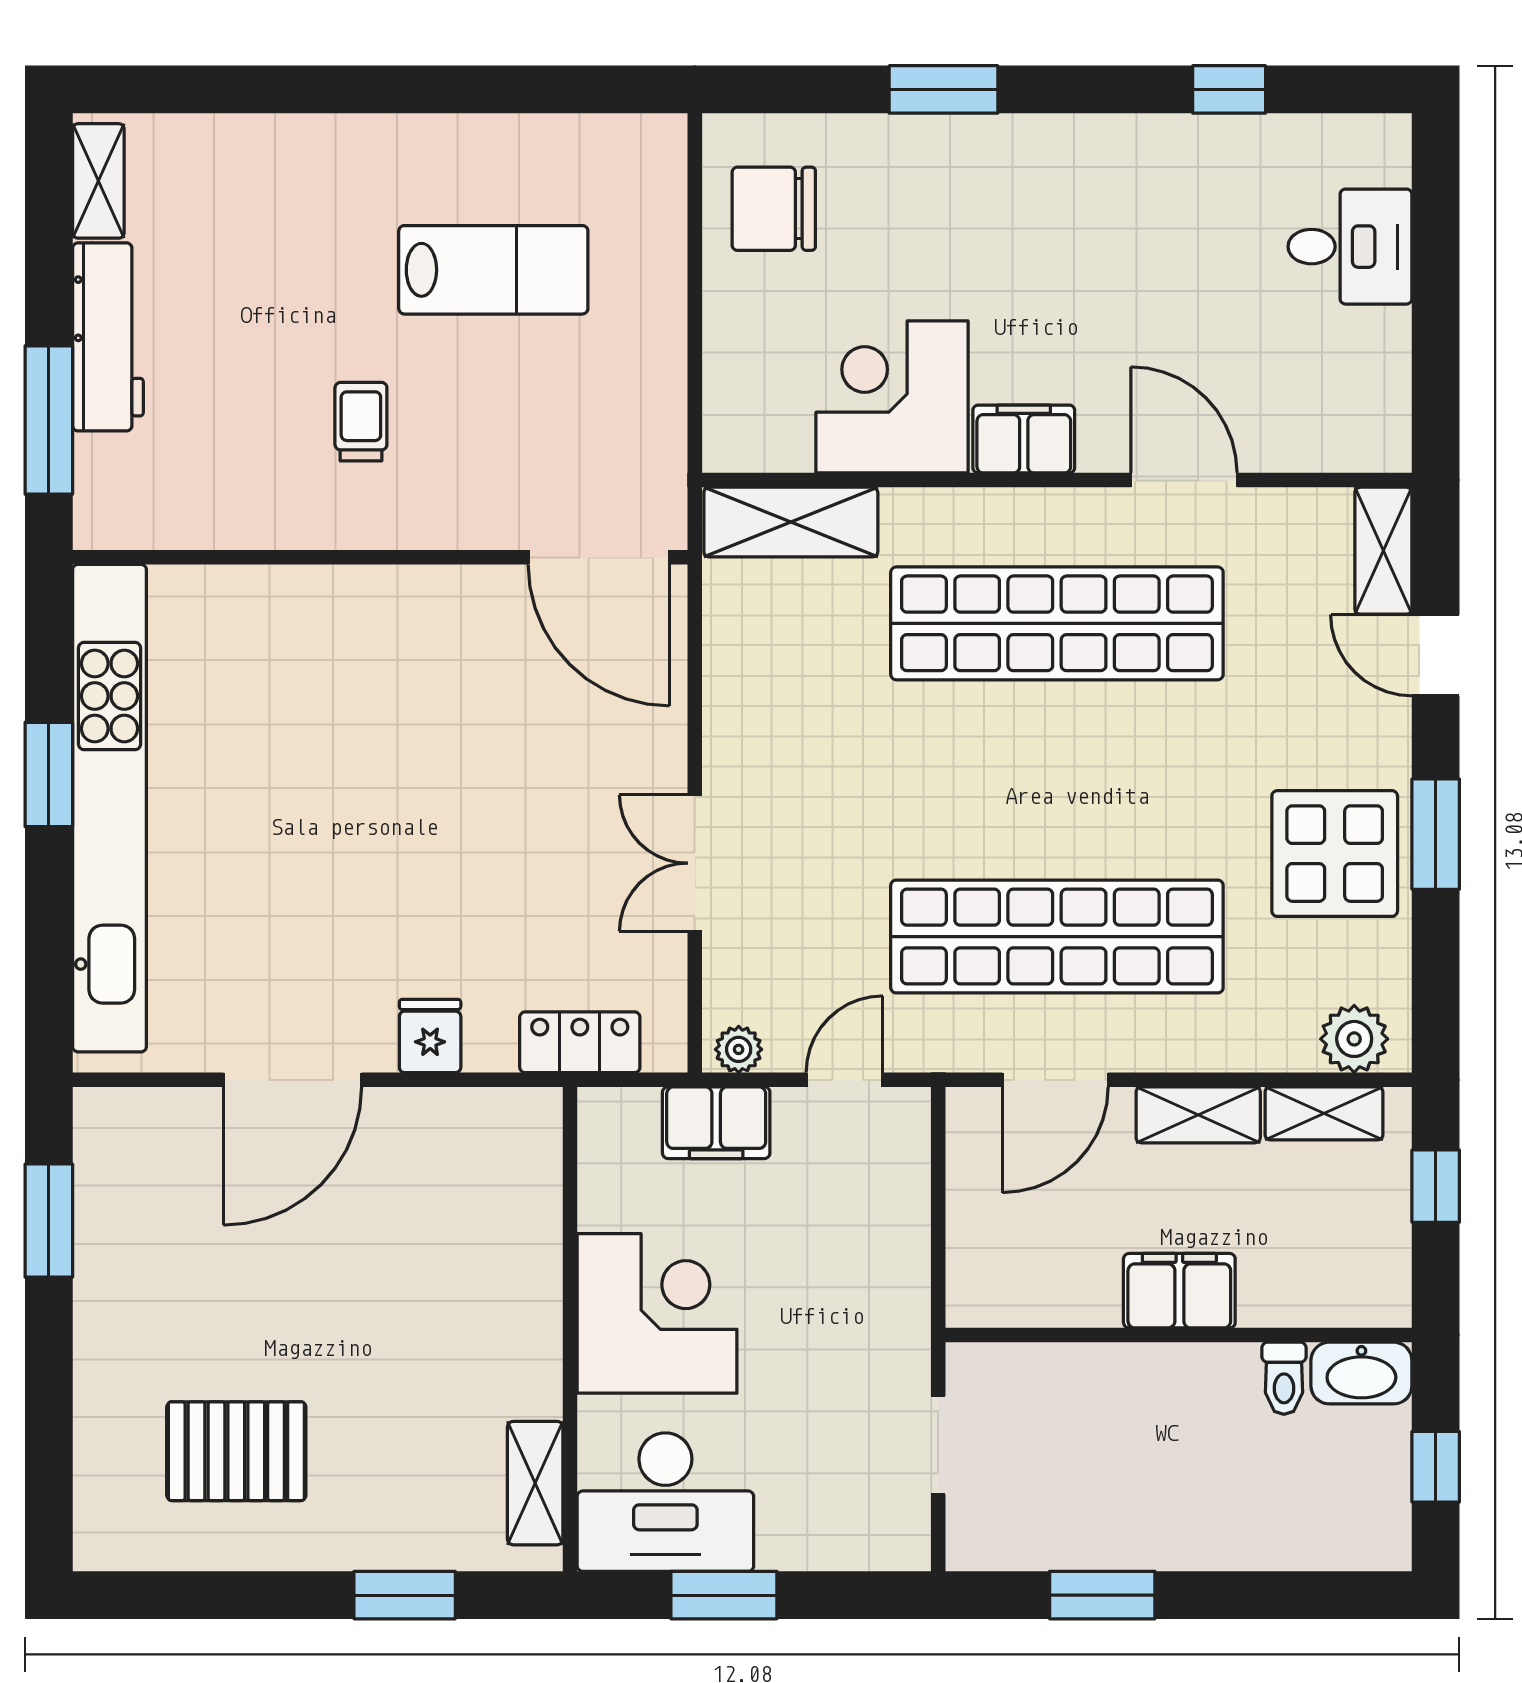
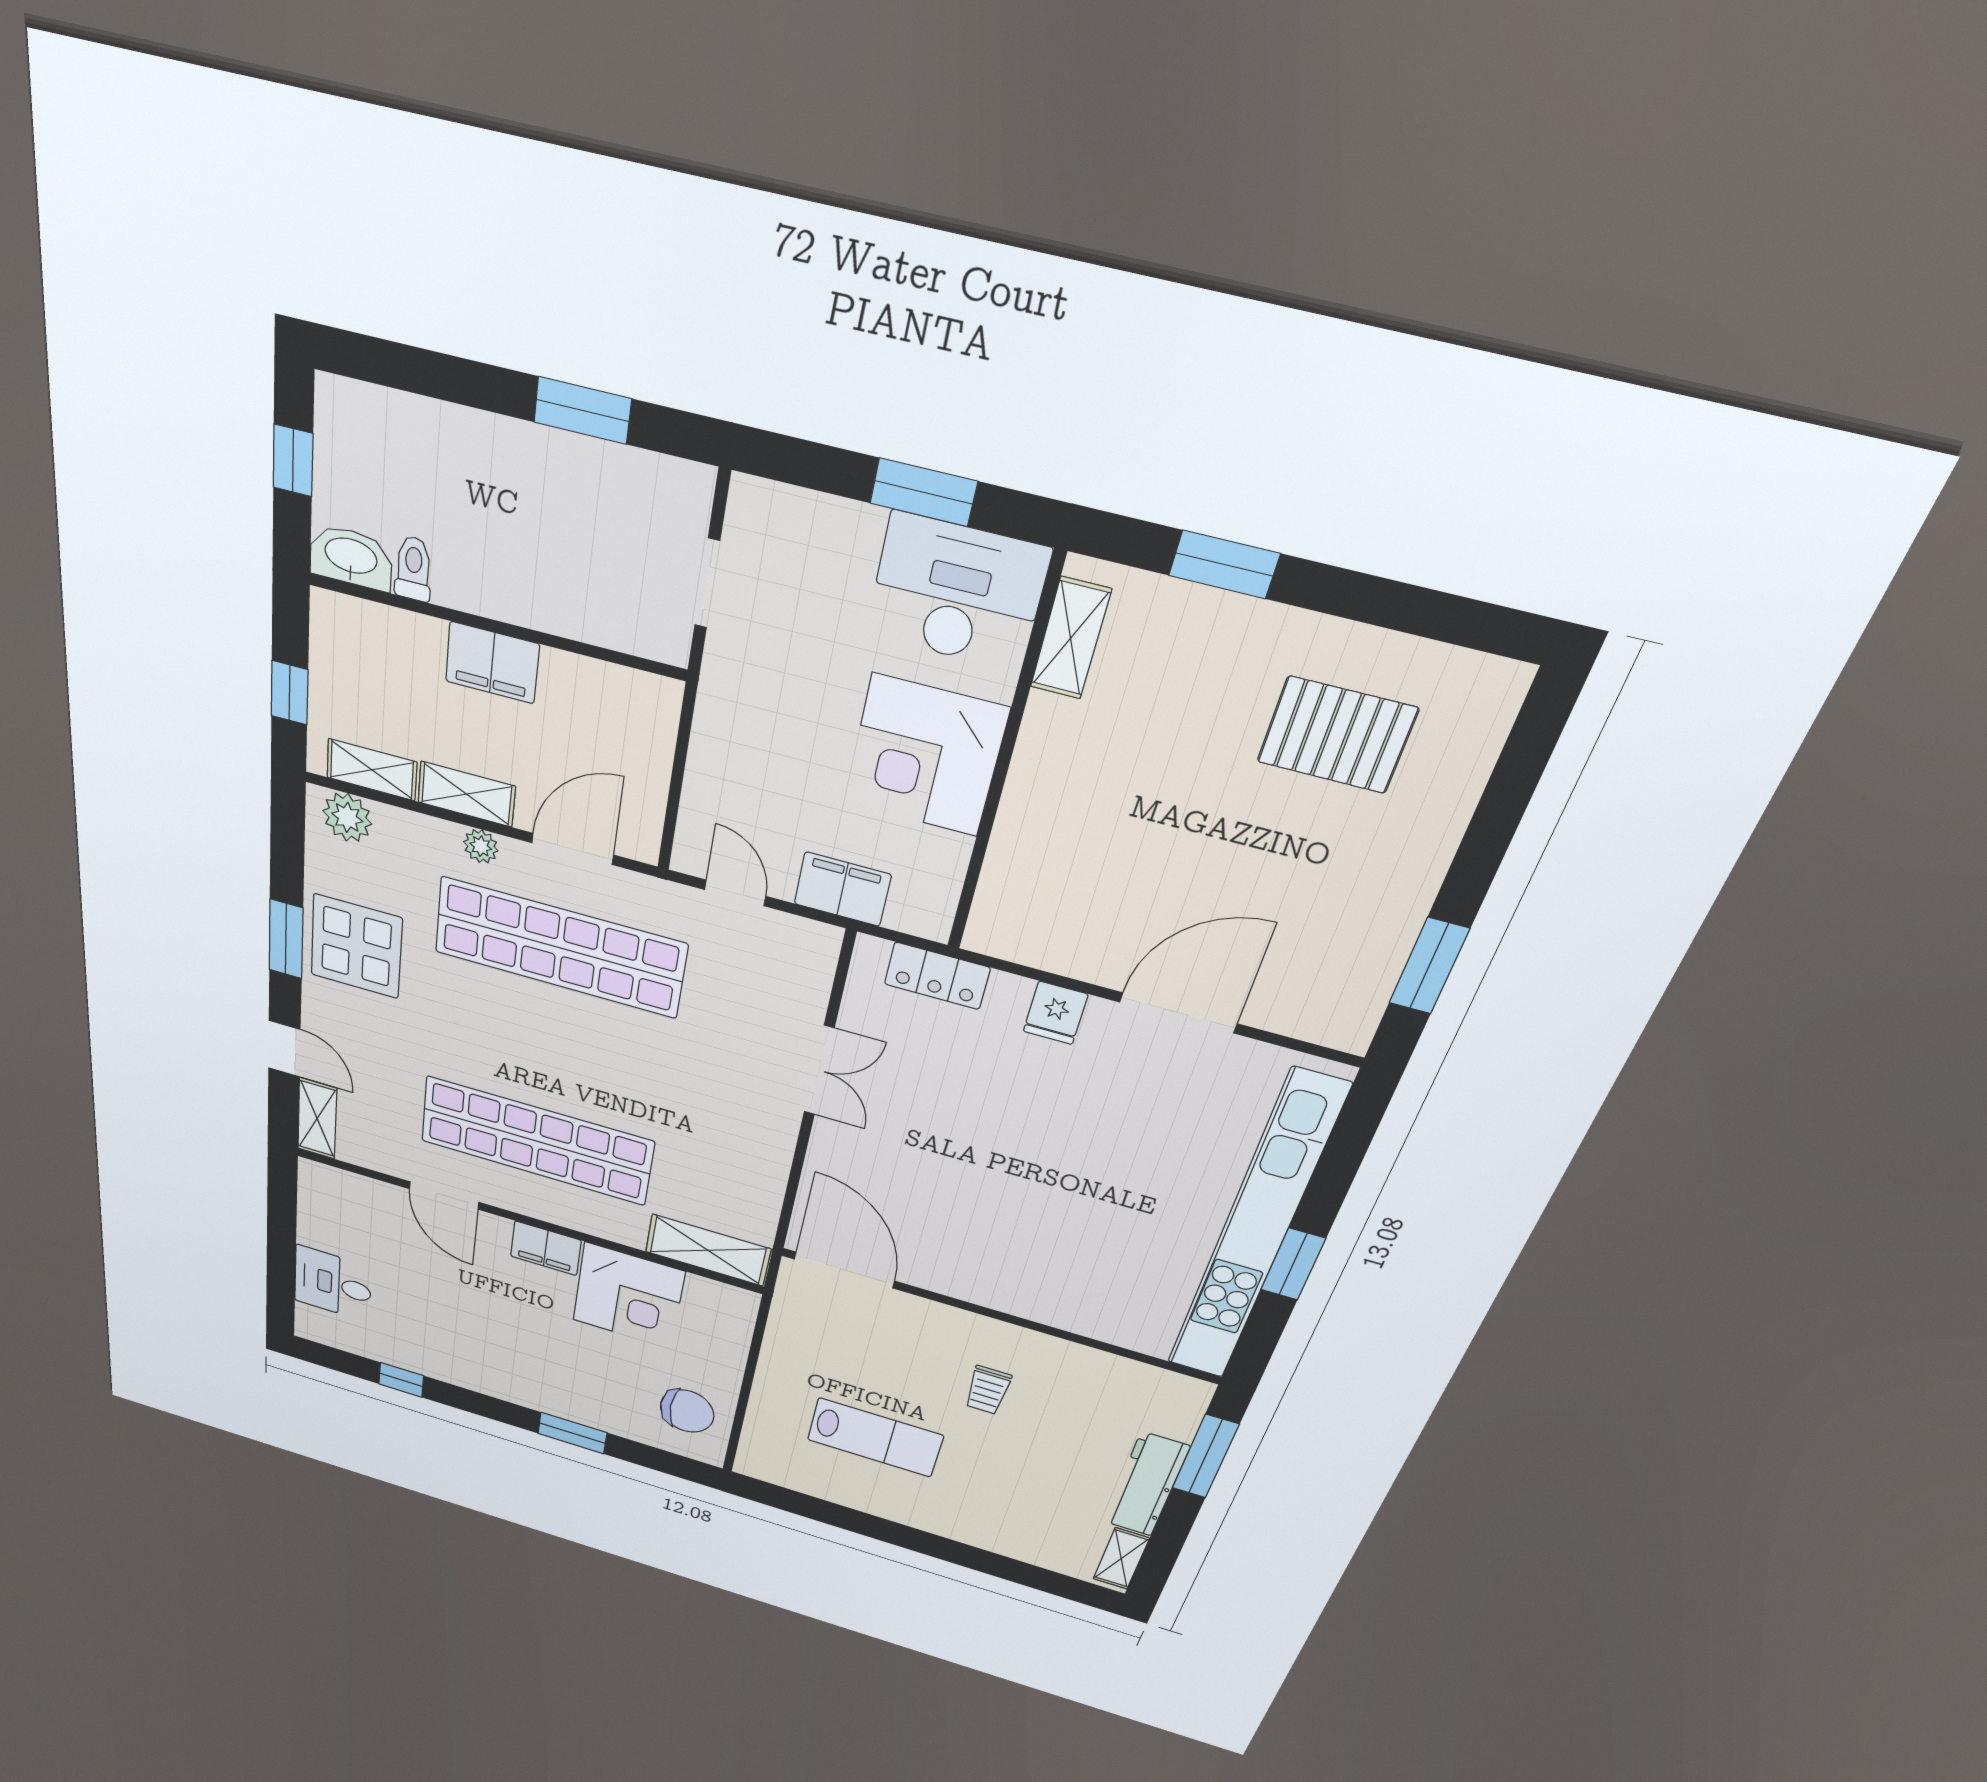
lab bench: (493, 270) -> (875, 1438), turned 180
plant: (739, 1049) -> (481, 846), moved
door: (844, 1080) -> (735, 893), swing flipped

